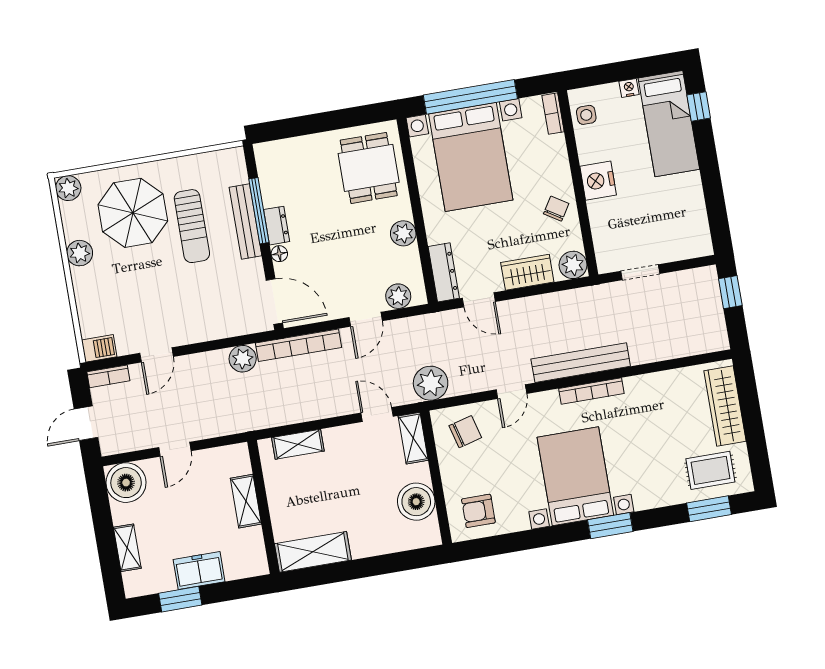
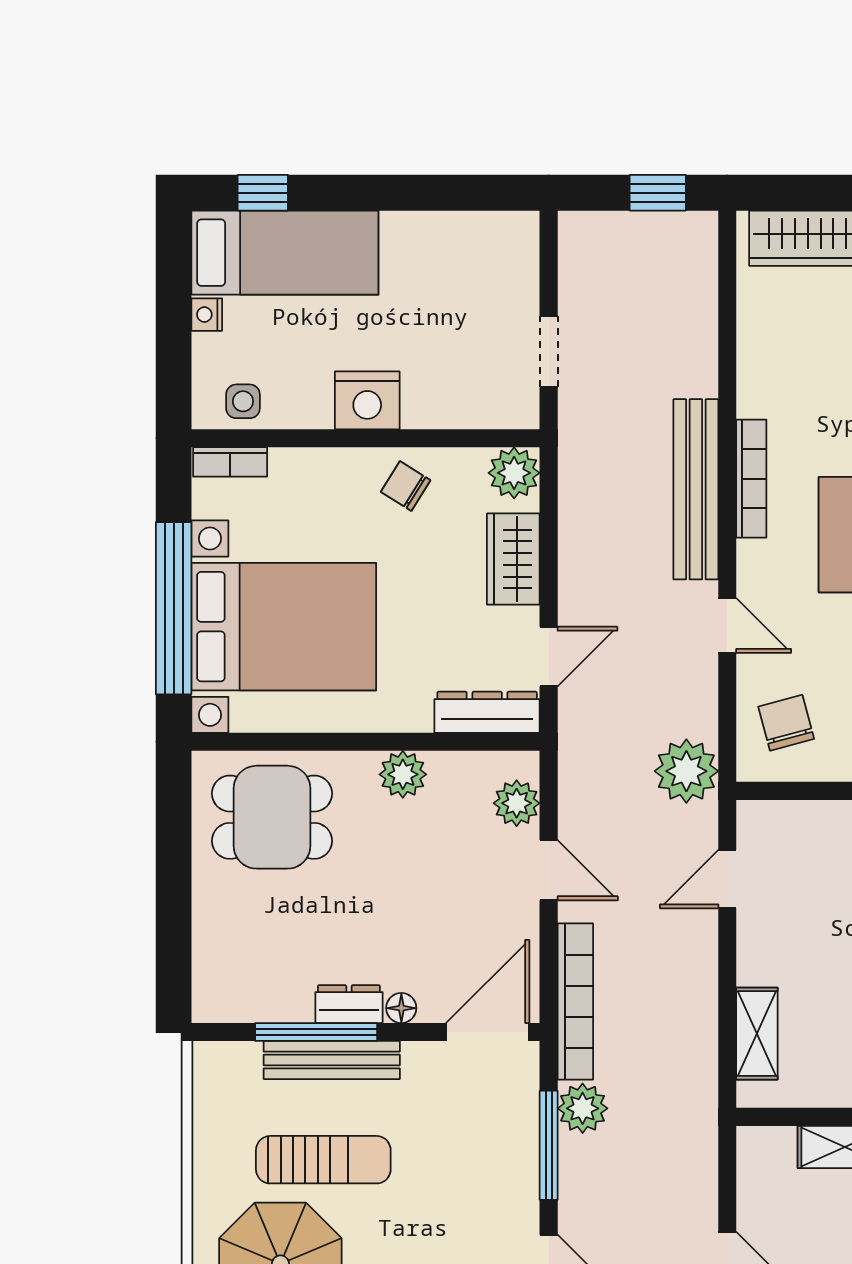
window: (730, 292) -> (658, 193), moved
window: (220, 344) -> (549, 1145), added
shelving: (413, 438) -> (782, 820), removed

